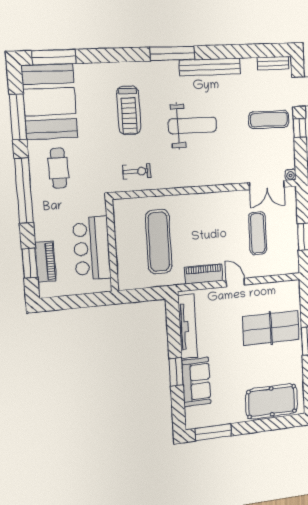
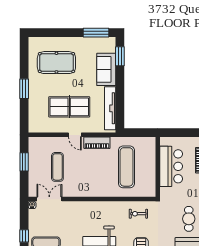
table tennis table: (271, 328) -> (69, 107), moved
window: (176, 372) -> (120, 56), moved
pool table: (272, 401) -> (56, 63), moved

